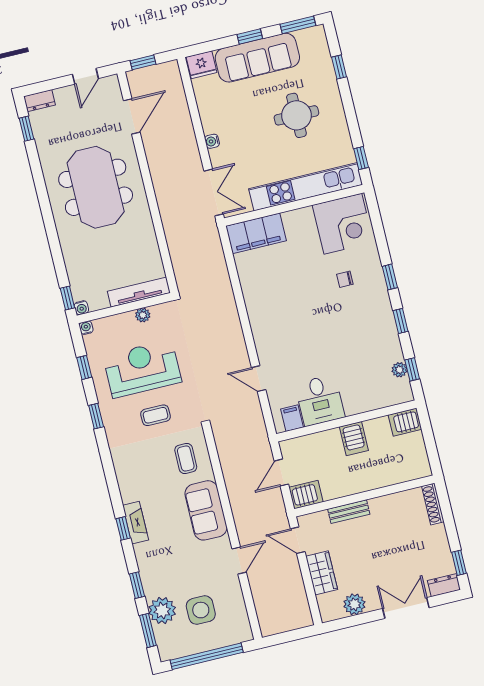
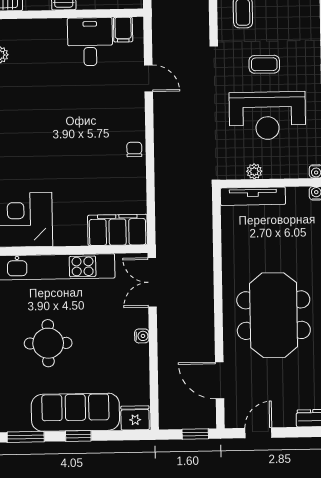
door: (132, 116) -> (220, 380), hinge flipped
chair: (345, 279) -> (134, 149), moved, turned -90

